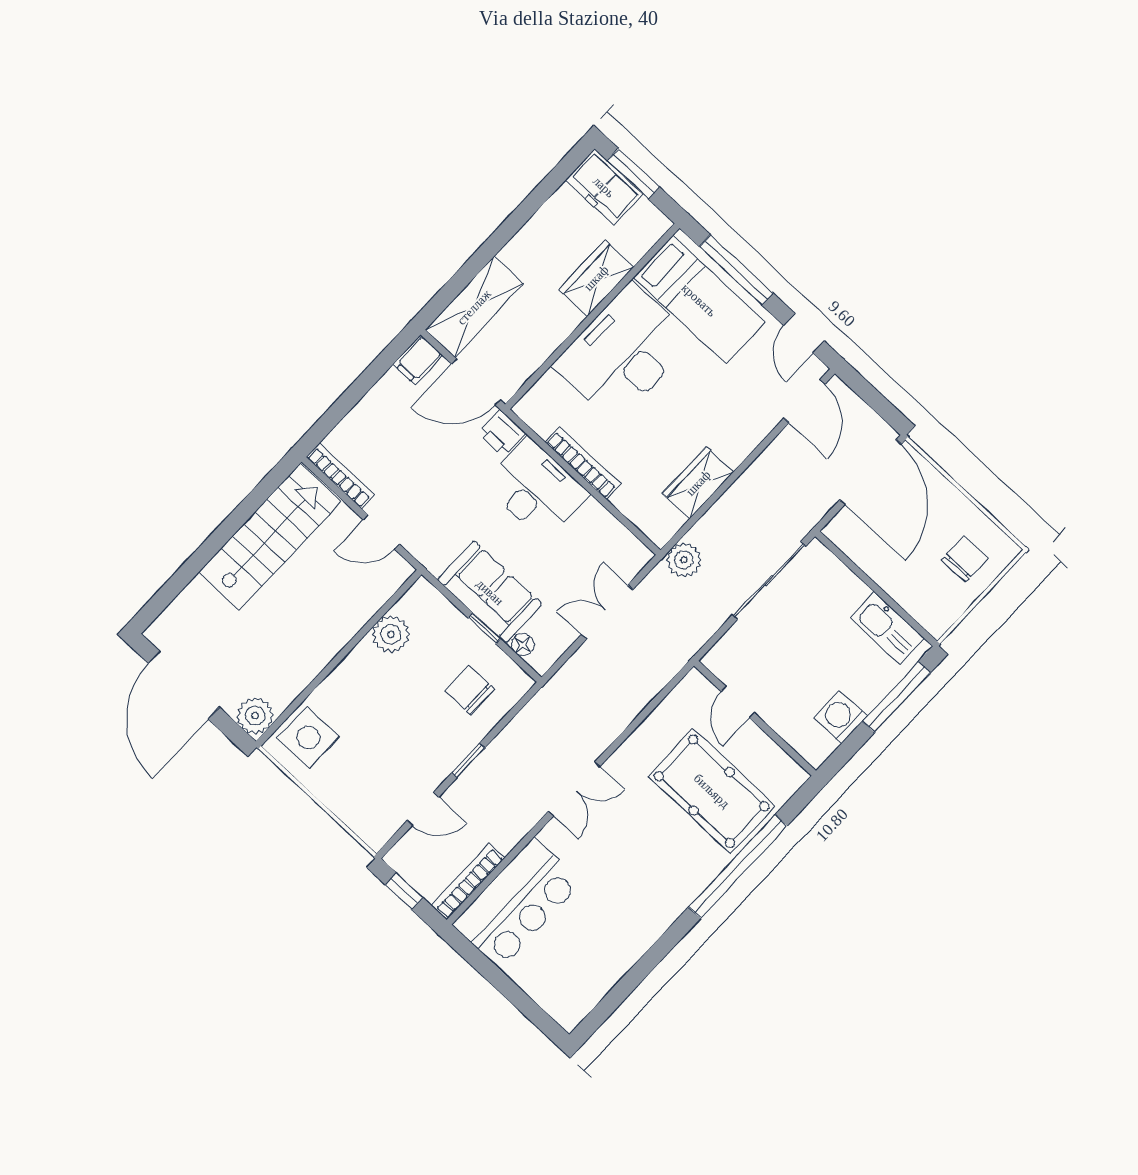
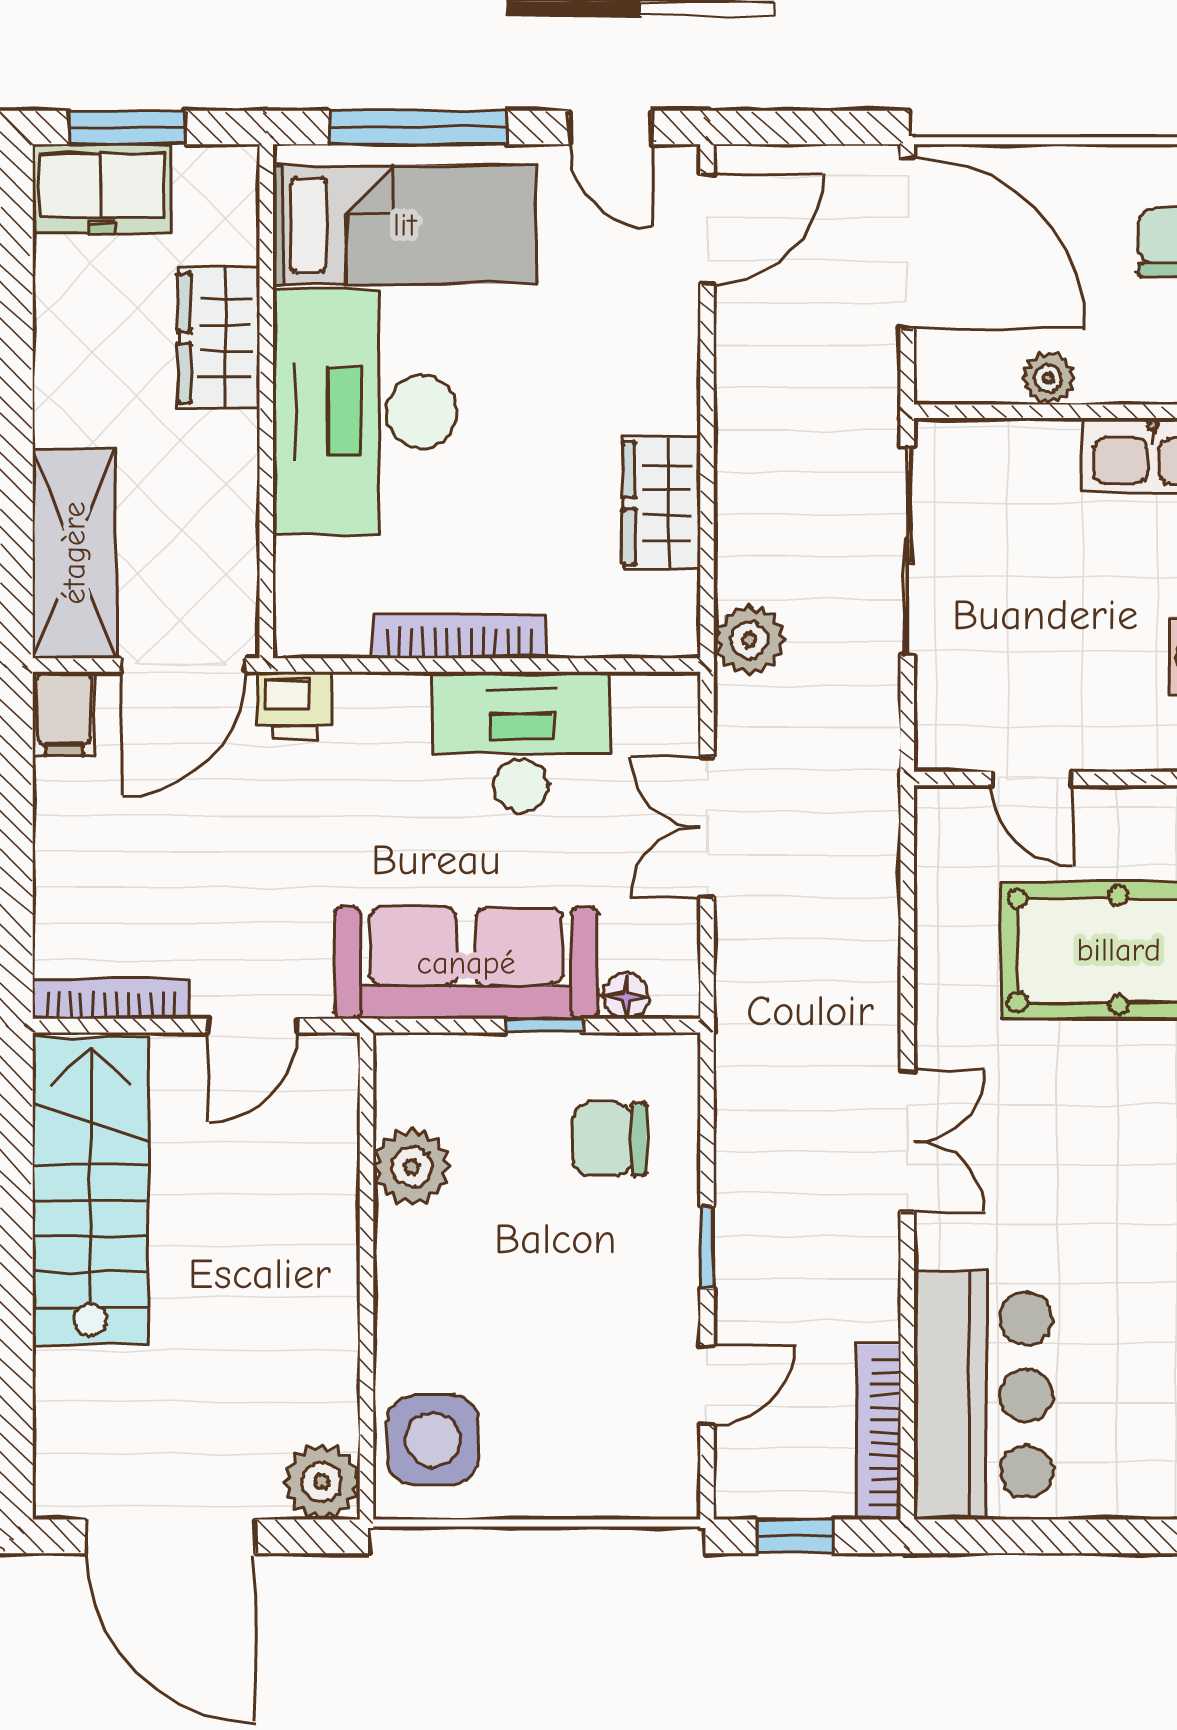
door: (804, 401) -> (707, 229), hinge flipped
desk: (536, 489) -> (521, 742), moved
plant: (876, 566) -> (1048, 378), added
sofa: (490, 592) -> (466, 963), width x1.36

